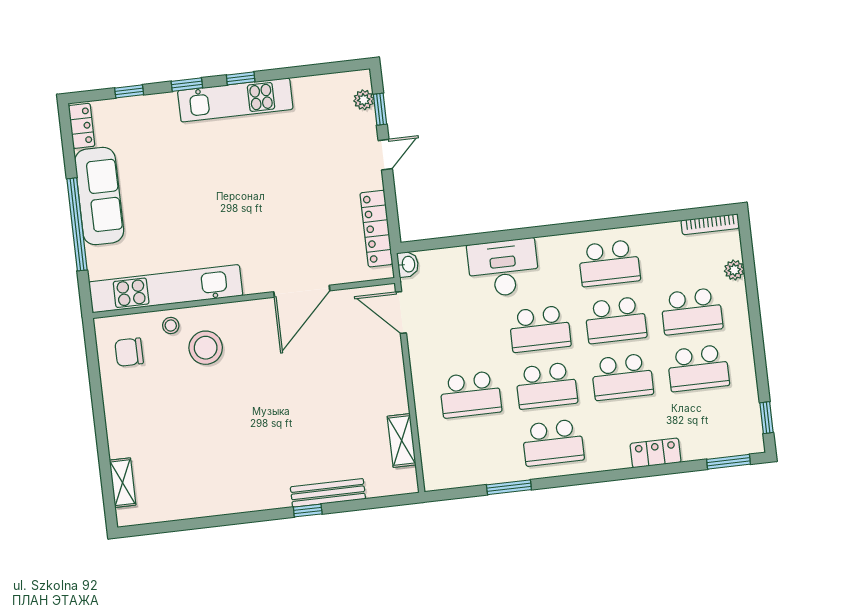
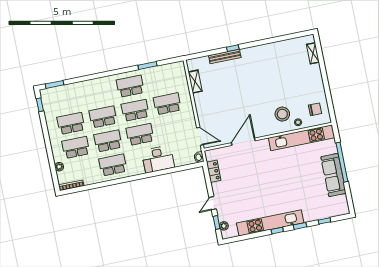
kitchen unit: (235, 100) -> (270, 223), width x1.36
locker: (82, 126) -> (344, 204), removed
locker: (376, 229) -> (214, 171), width x0.66
locker: (656, 453) -> (86, 86), removed

